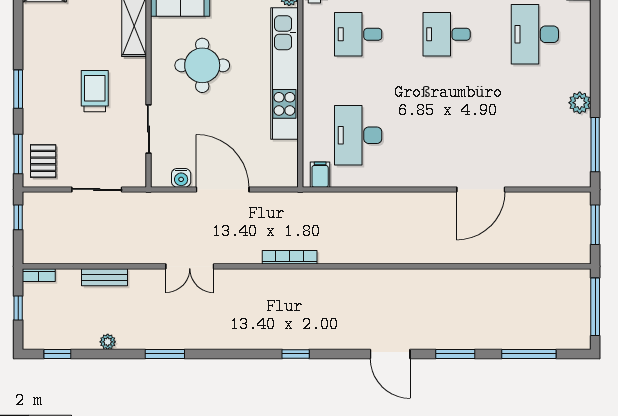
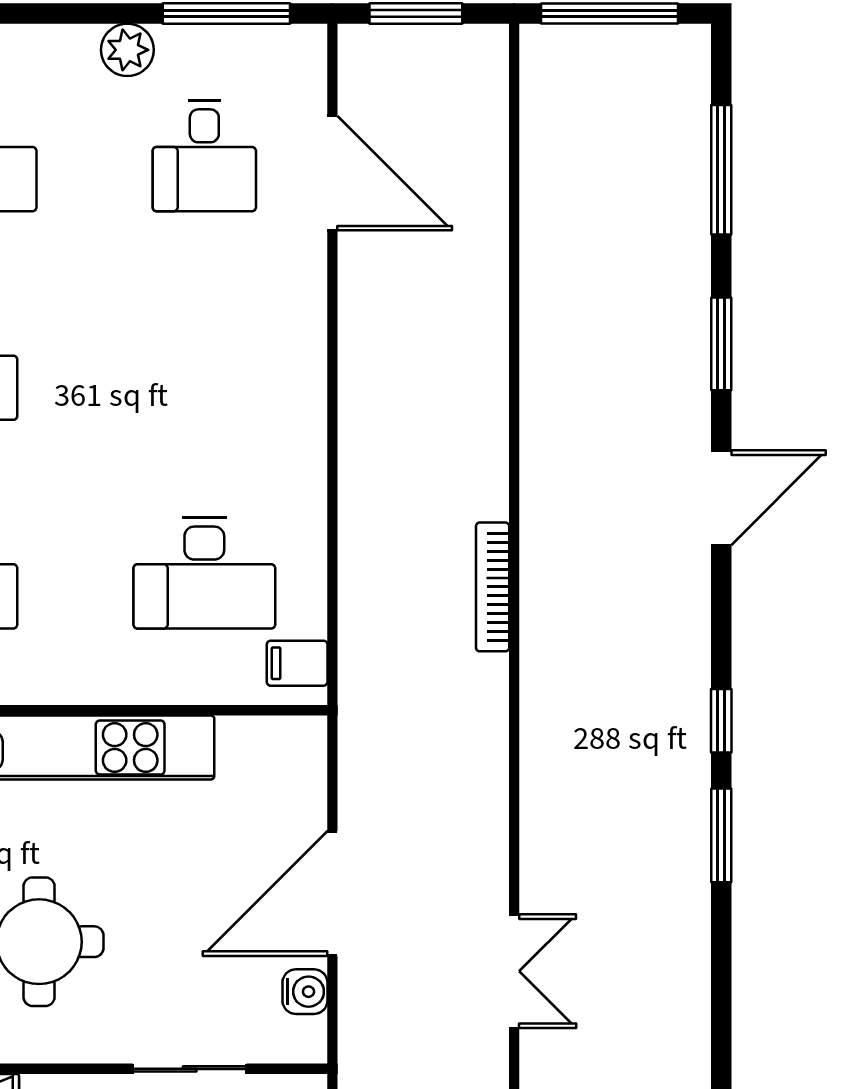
desk: (535, 135) -> (204, 156), added
door: (481, 189) -> (332, 173), moved
bookcase: (290, 257) -> (493, 587), moved
window: (165, 354) -> (721, 835), moved

